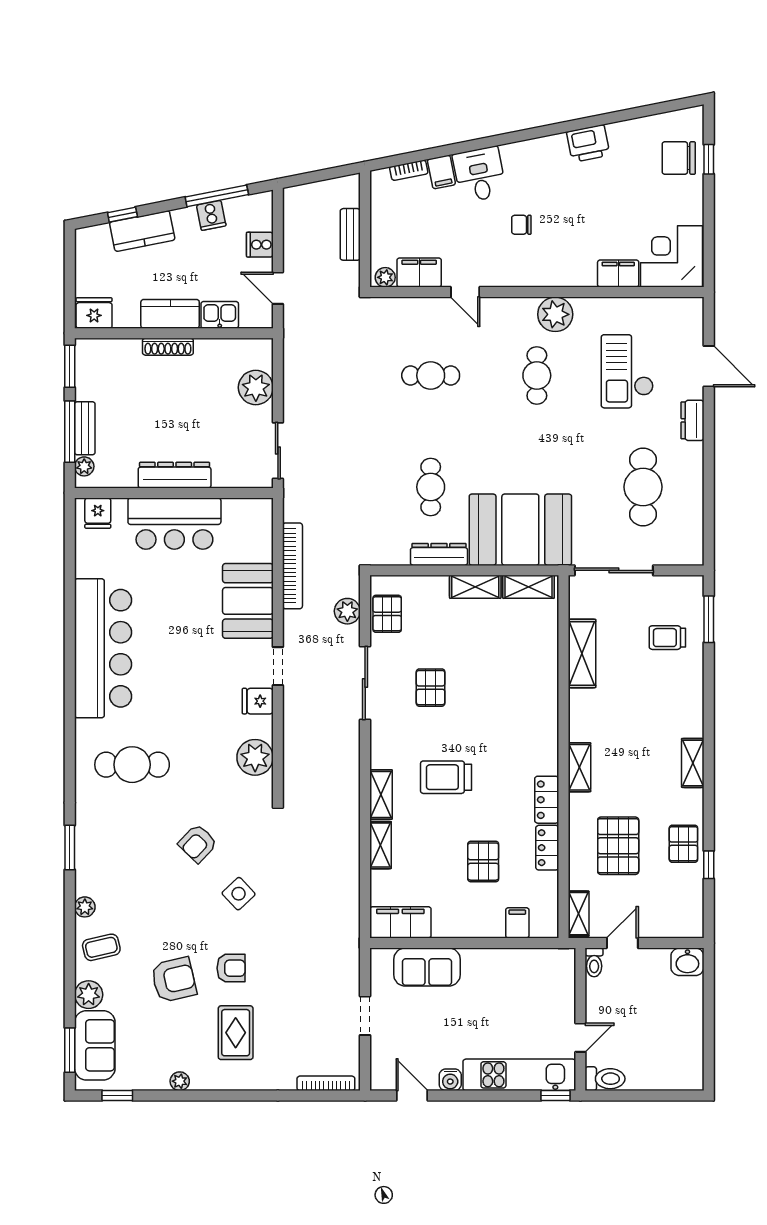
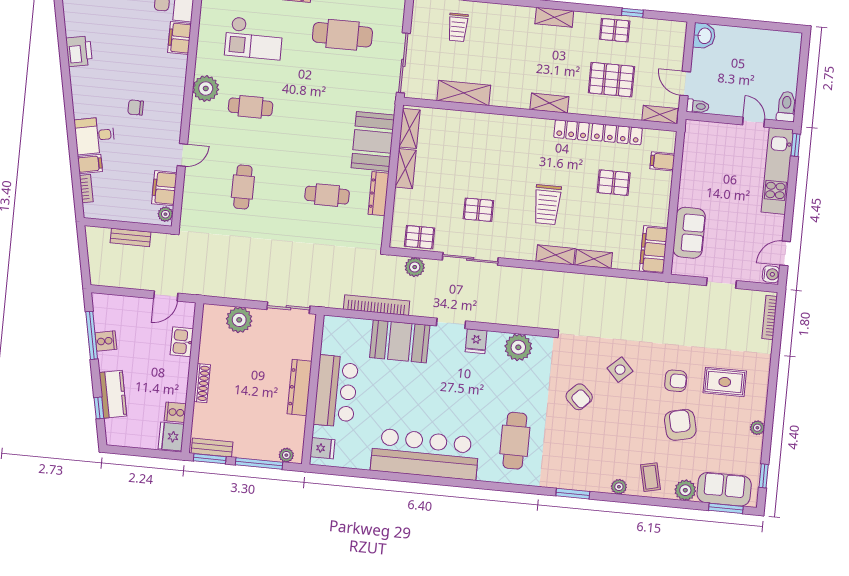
chair: (521, 225) -> (136, 108), turned 90
cooker: (260, 245) -> (175, 412), moved, turned 90
kitchen counter: (170, 314) -> (177, 379), removed
bench: (85, 428) -> (212, 448), moved
booth: (520, 530) -> (373, 141), width x0.73, depth x0.70
locker: (547, 848) -> (617, 134), width x1.53
armchair: (231, 968) -> (676, 381), turned 90
water cooler: (450, 1080) -> (771, 274), moved

